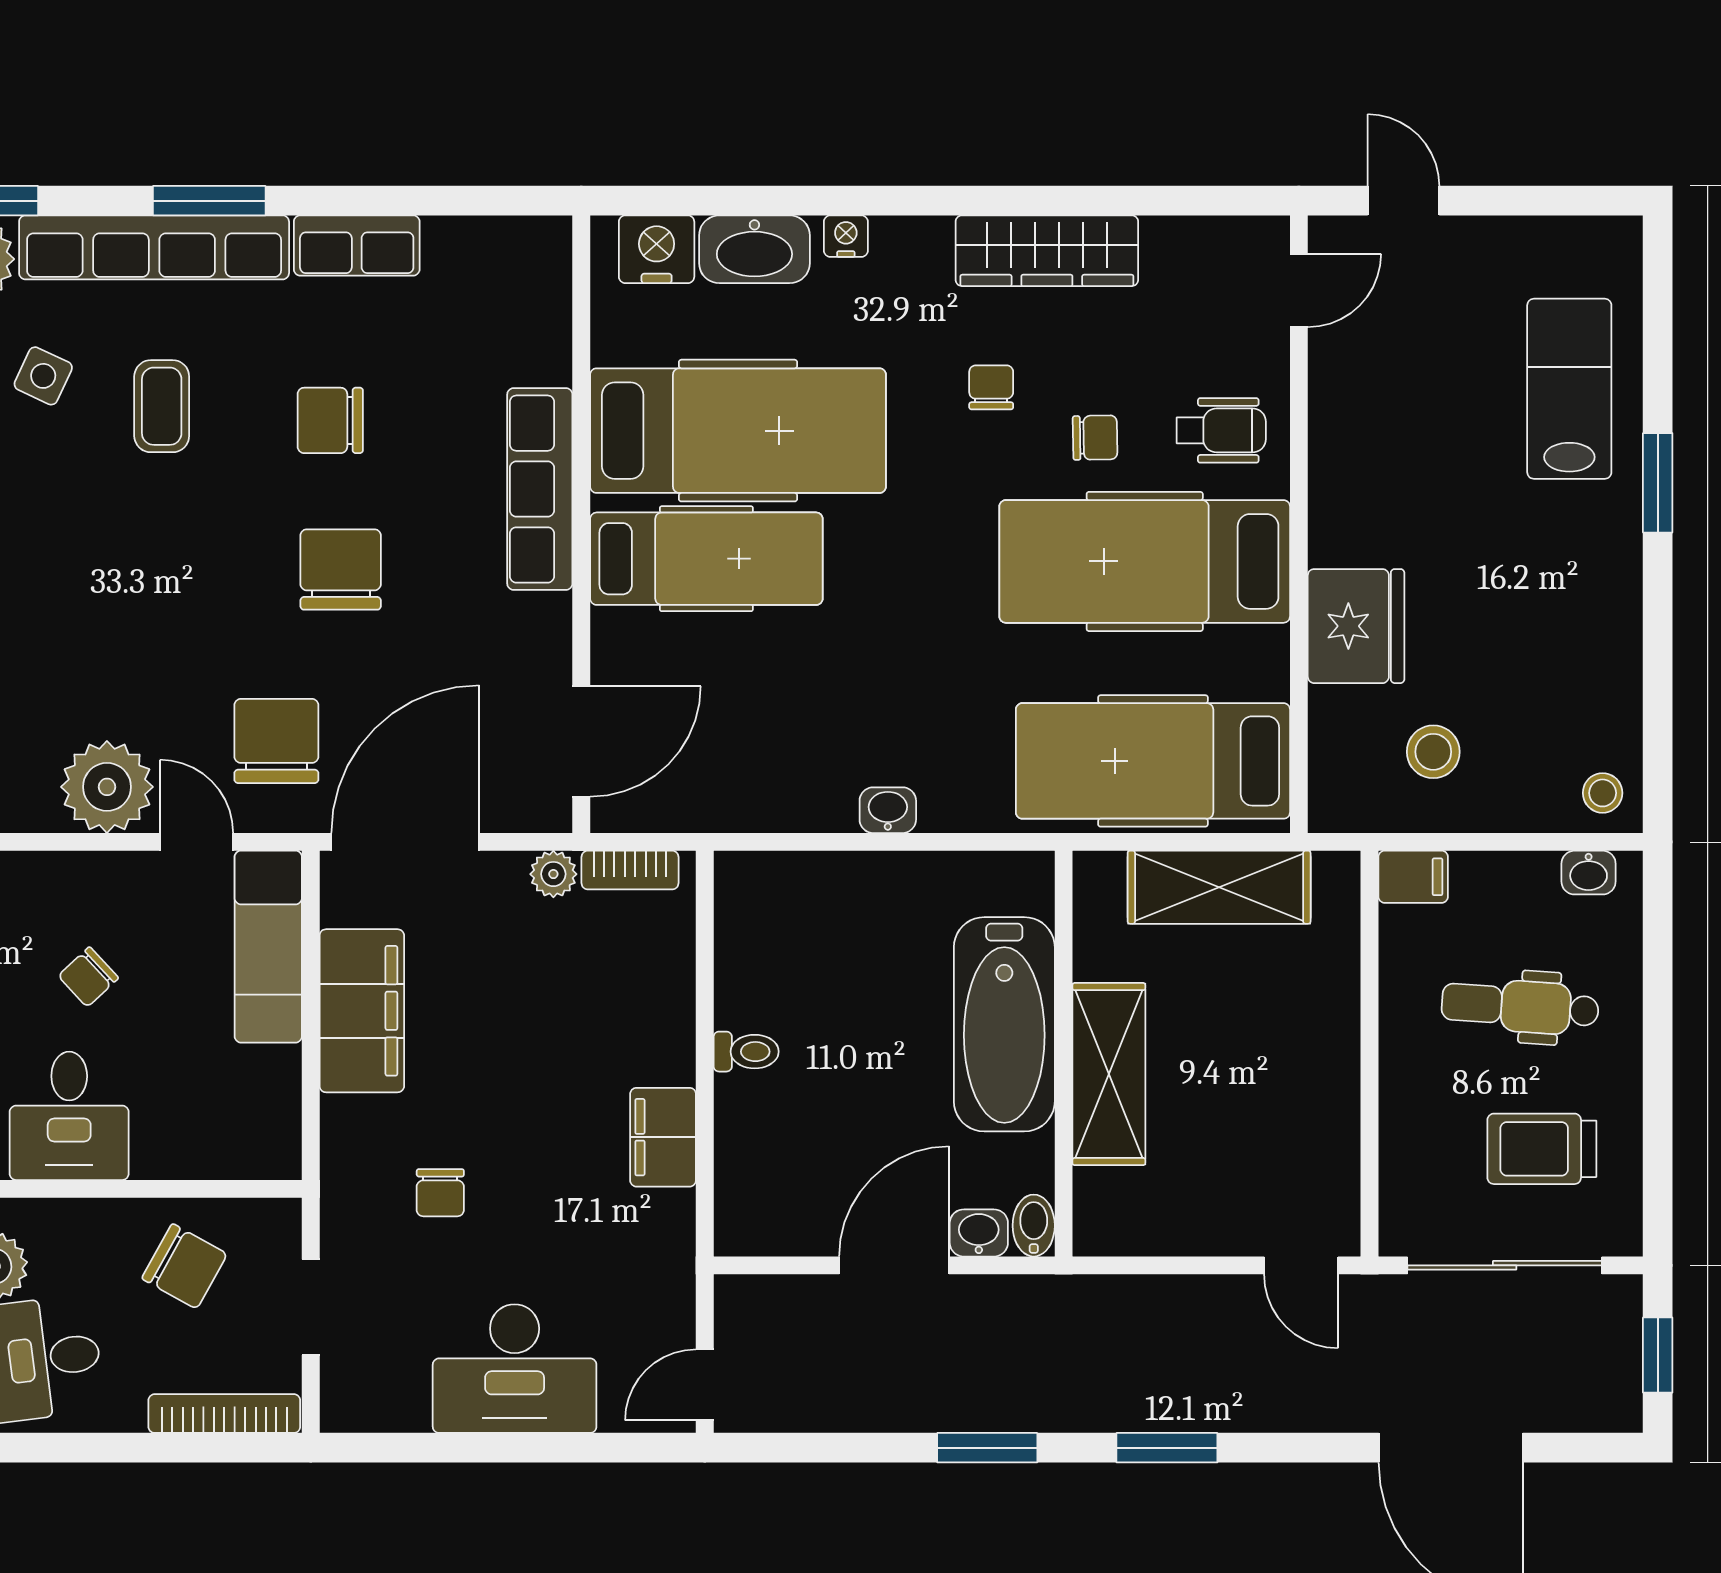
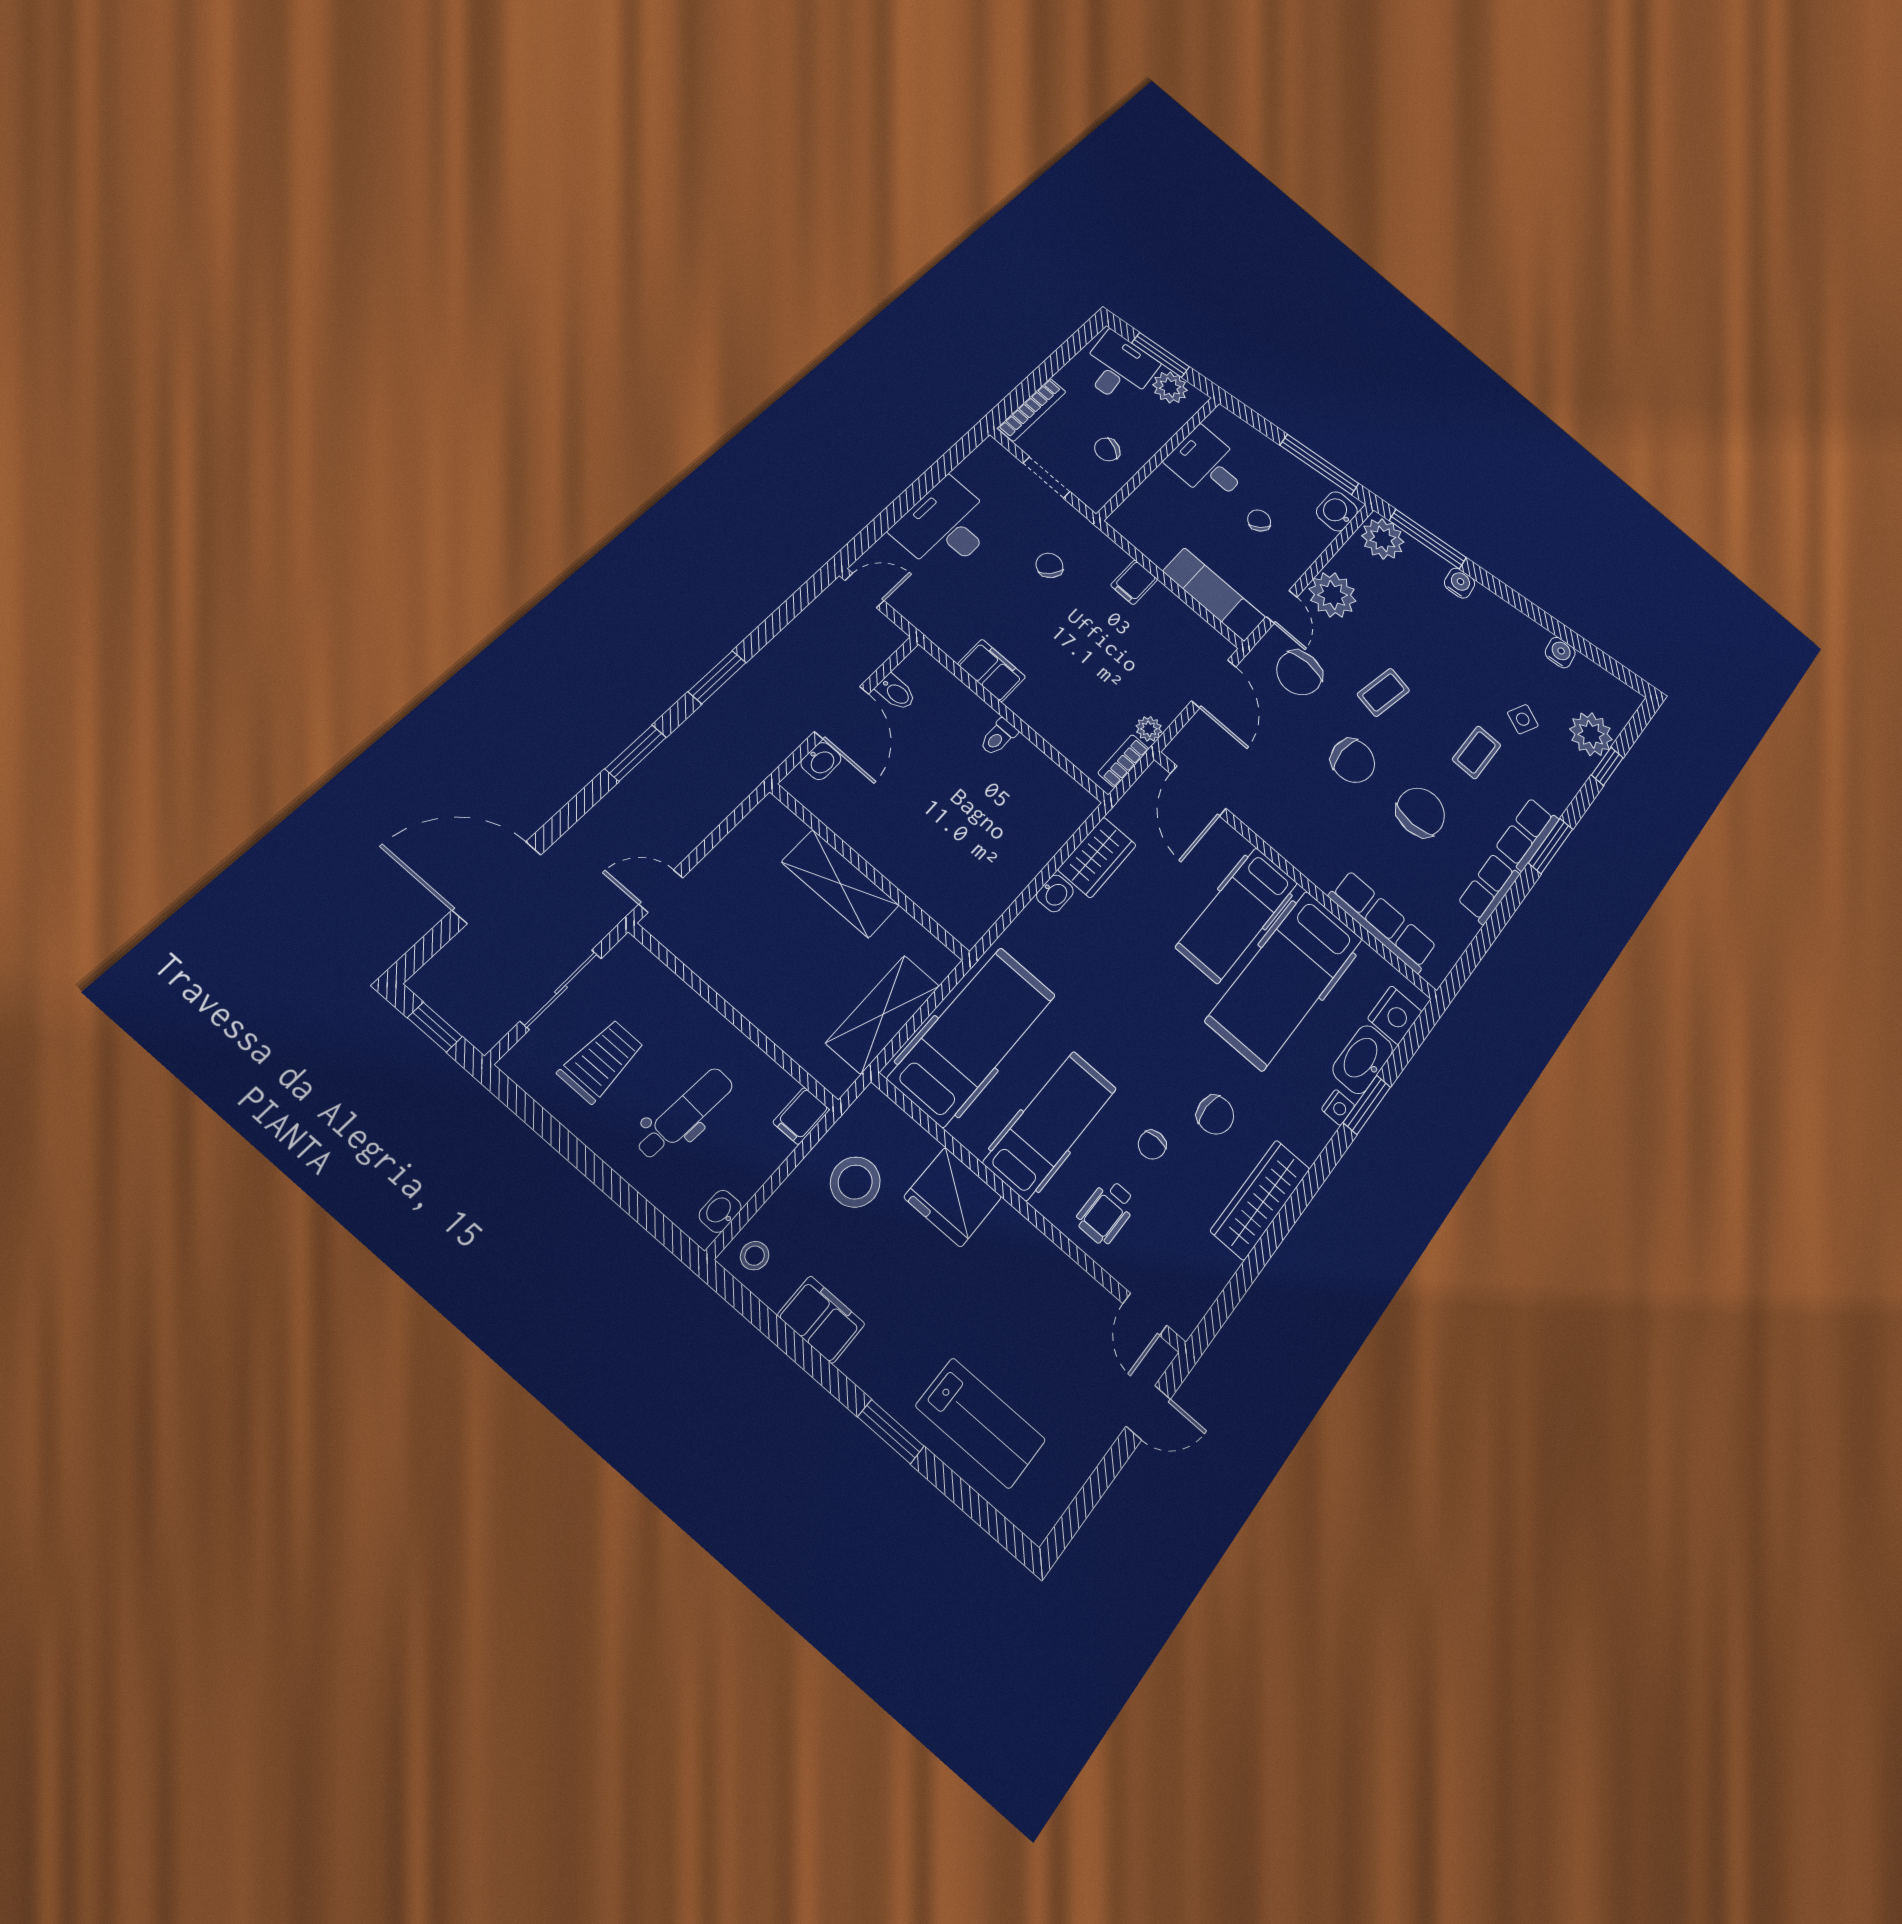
window: (810, 201) -> (1367, 1105), added
row of seats: (154, 247) -> (1527, 834), width x0.50
chair: (991, 387) -> (1215, 1115), width x1.37, depth x1.37
coffee table: (162, 406) -> (1477, 752), turned 90
chair: (330, 420) -> (1421, 812), width x1.37, depth x1.37
row of seats: (540, 489) -> (1383, 922), moved
hospital bed: (1145, 561) -> (1050, 1125), width x0.73, depth x0.78
coffee table: (194, 604) -> (1383, 692), added
filing cabinet: (1608, 661) -> (821, 1320), added
chair: (276, 741) -> (1299, 673), turned 90
stool: (1433, 752) -> (855, 1182), width x1.38, depth x1.38
wardrobe: (793, 797) -> (1097, 857), added
door: (196, 842) -> (1282, 607), hinge flipped
door: (405, 842) -> (1214, 684), width x0.73
filing cabinet: (362, 1011) -> (1134, 582), width x0.33, depth x0.86
bathtub: (1004, 1024) -> (908, 857), removed
chair: (440, 1193) -> (1049, 565), turned 38
bidet: (1034, 1226) -> (896, 692), moved
sliding door: (1505, 1265) -> (561, 990), width x0.73
chair: (184, 1266) -> (1107, 449), width x0.73, depth x0.73
door: (705, 1385) -> (865, 590), hinge flipped

